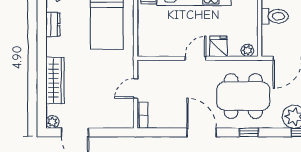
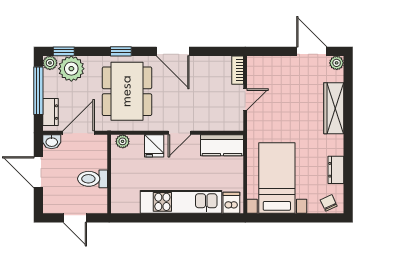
kitchen counter: (157, 47) -> (222, 145), added
dining table: (243, 96) -> (127, 91), turned 90

